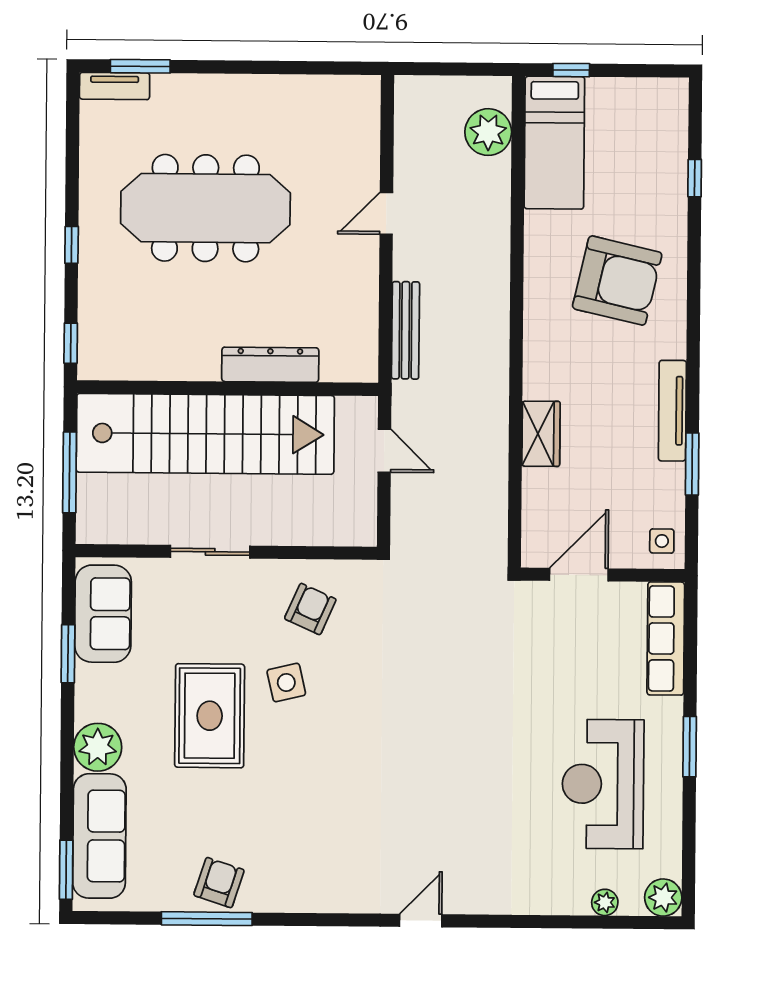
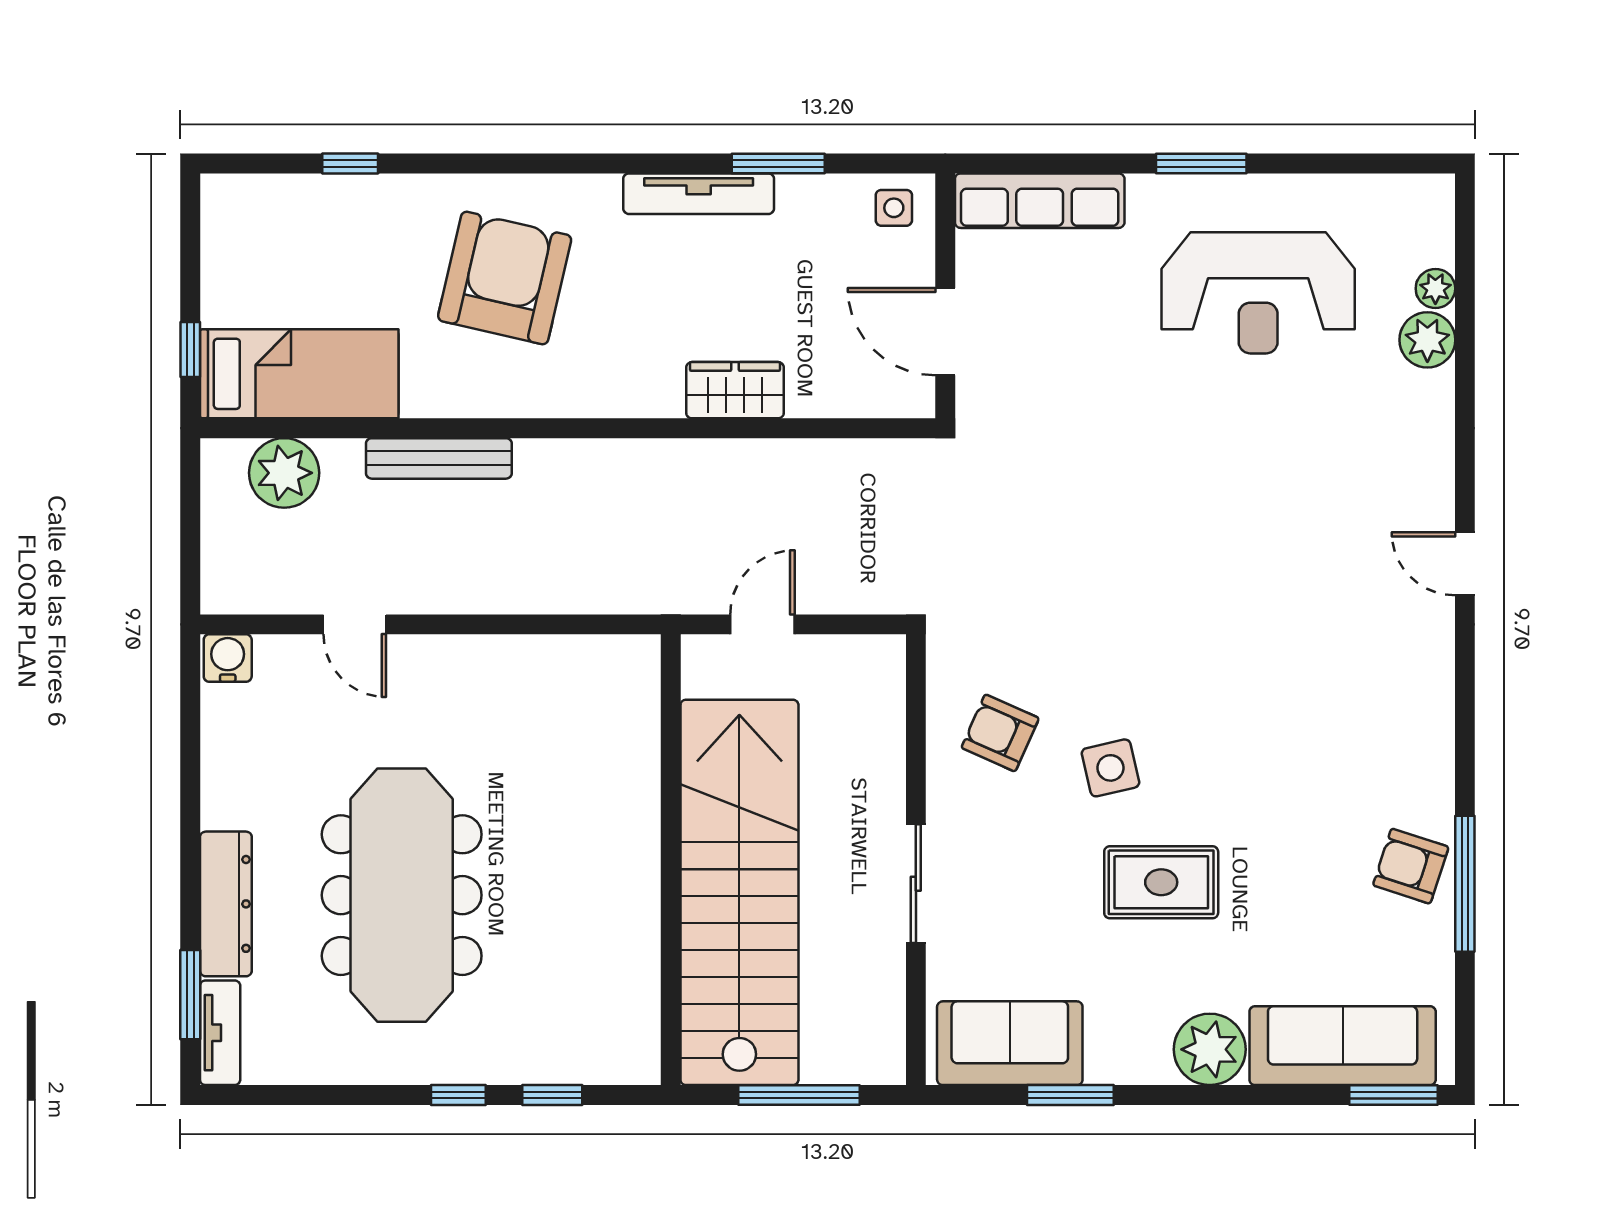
water cooler: (365, 93) -> (228, 658), added
door: (386, 213) -> (355, 624), moved
bench: (406, 330) -> (439, 458), moved
window: (71, 343) -> (552, 1095), moved
dresser: (270, 365) -> (226, 904), moved, turned 180
rug: (210, 716) -> (1161, 882), width x0.73, depth x0.70
plant: (663, 898) -> (1427, 340), moved

